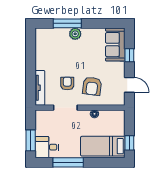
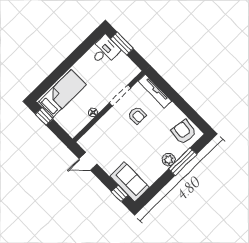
window: (129, 55) -> (120, 193), moved
armchair: (92, 86) -> (184, 132), moved
window: (68, 162) -> (76, 55), removed

